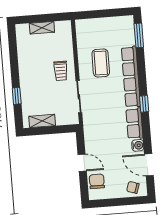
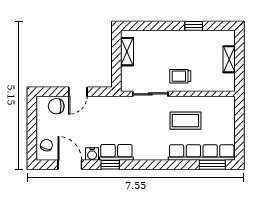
row of seats: (131, 77) -> (202, 153), moved
window: (17, 96) -> (194, 26), moved
window: (144, 104) -> (110, 165), moved
door: (149, 165) -> (70, 165), hinge flipped
chair: (97, 181) -> (56, 106), turned 180

